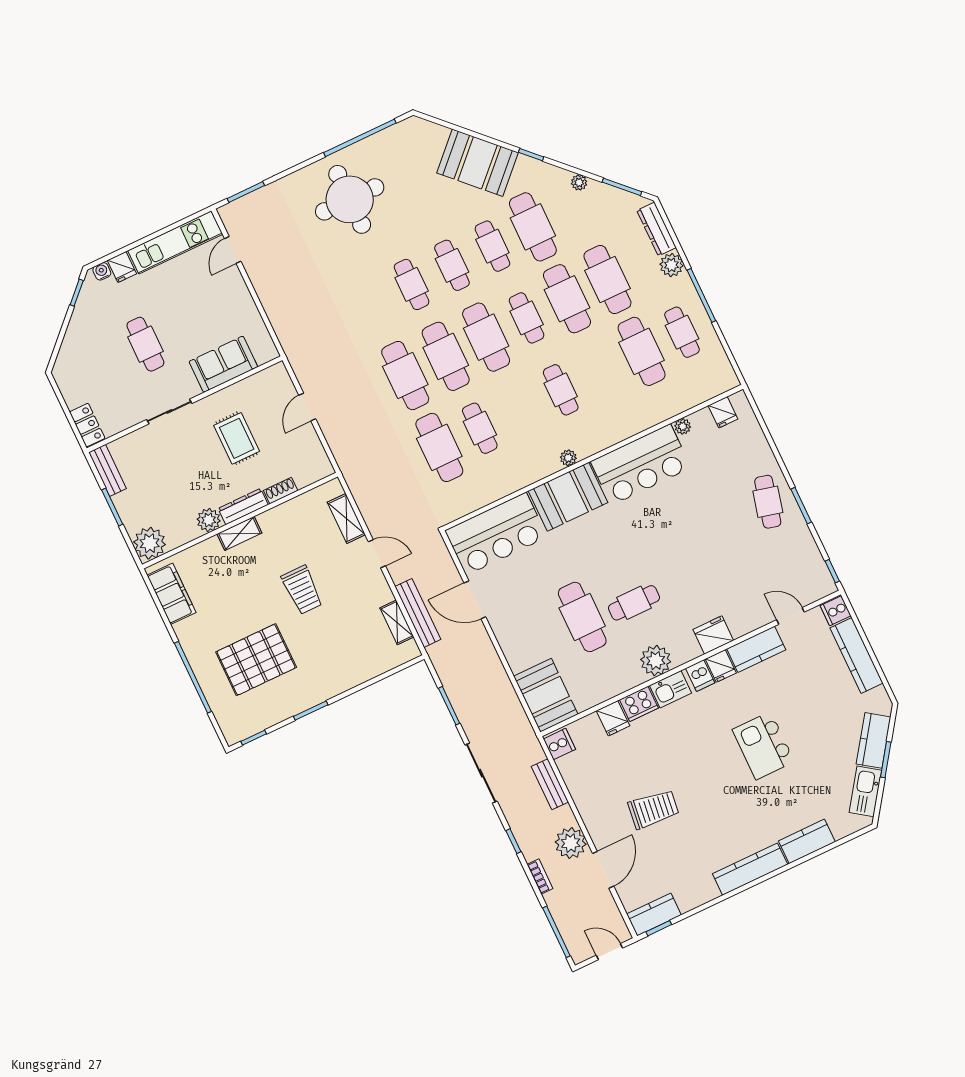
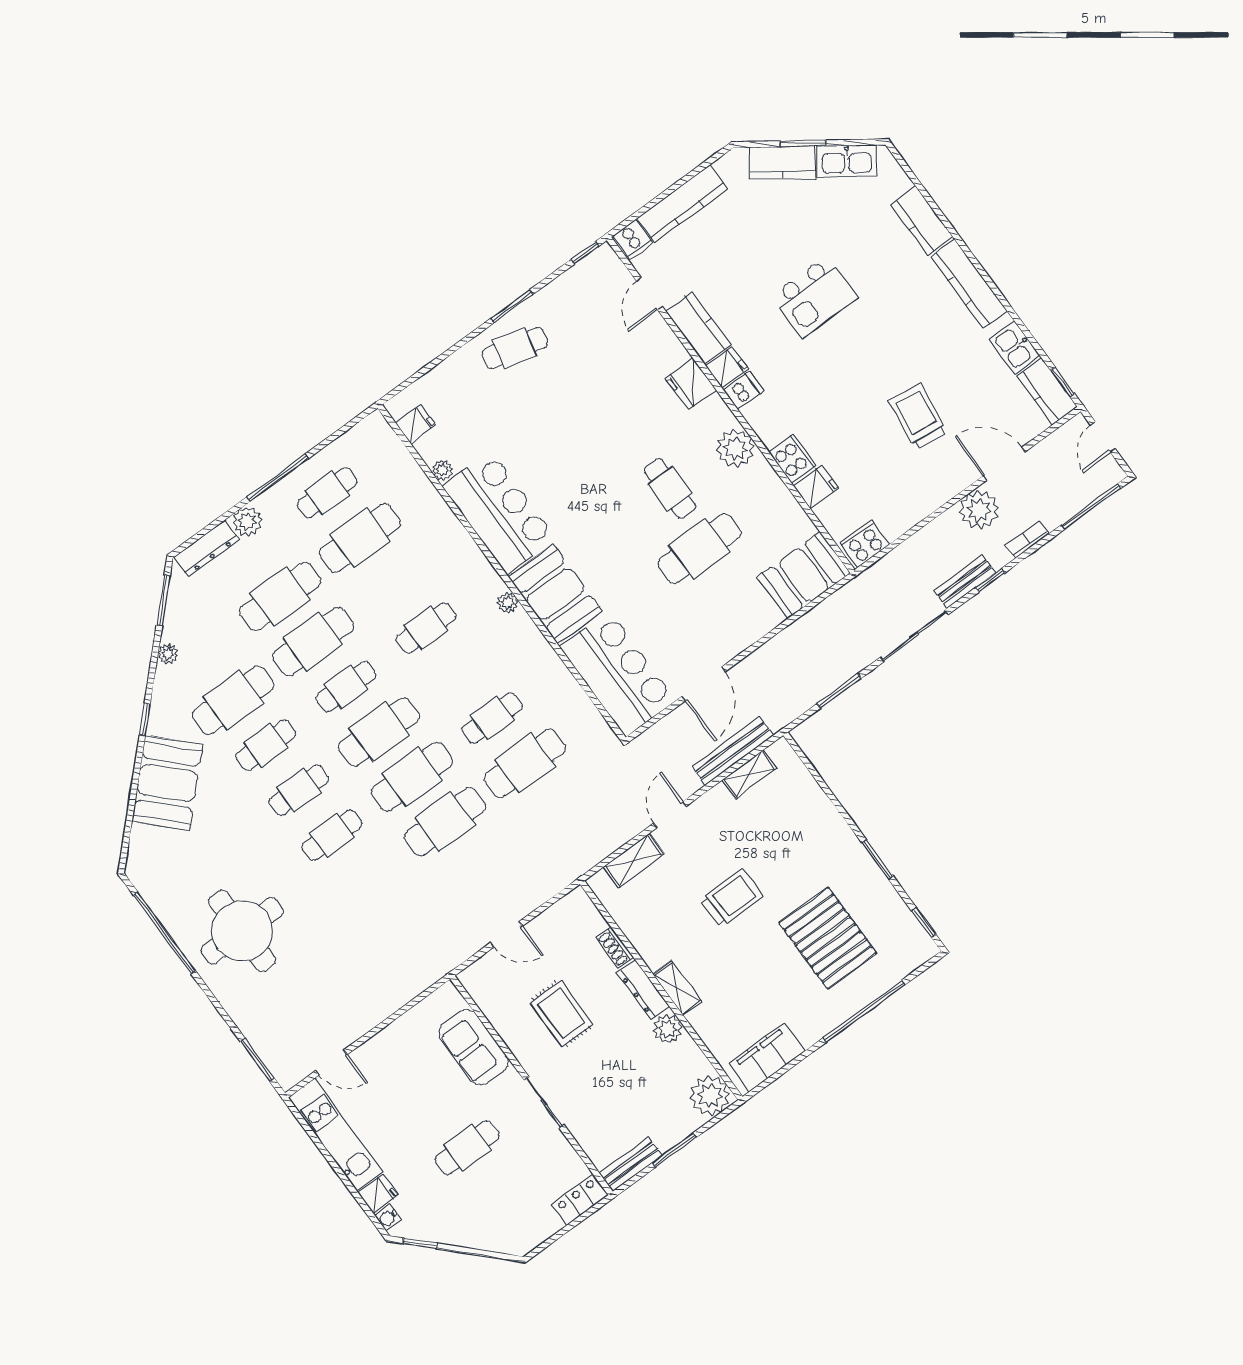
rug: (237, 438) -> (561, 1014), turned 90
kitchen sink: (671, 689) -> (1014, 347), moved, turned 180
cooker: (559, 744) -> (865, 544), width x1.36
bench: (550, 784) -> (965, 582), moved

